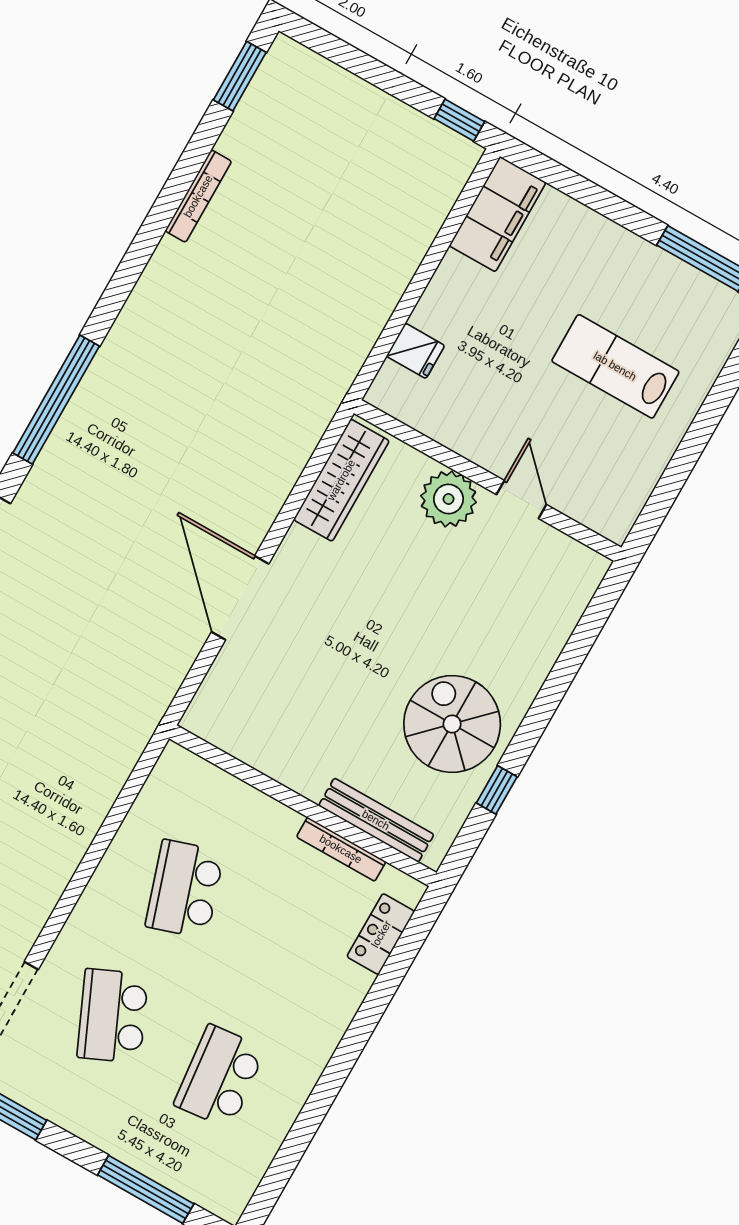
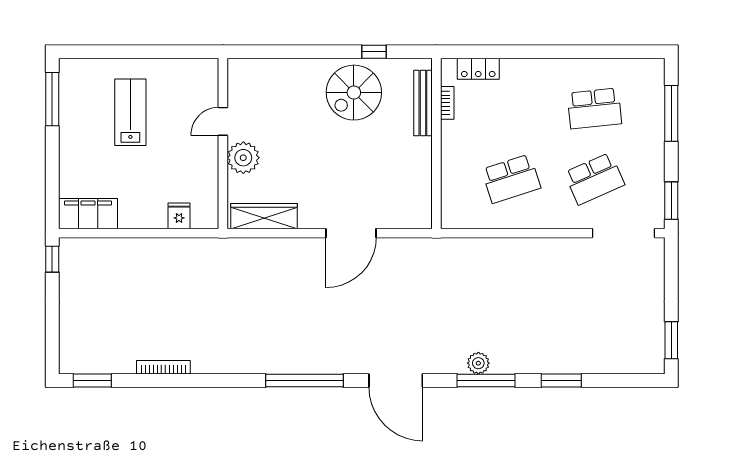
lab bench: (615, 366) -> (130, 112), turned 180
bookcase: (341, 849) -> (447, 103), width x0.64

